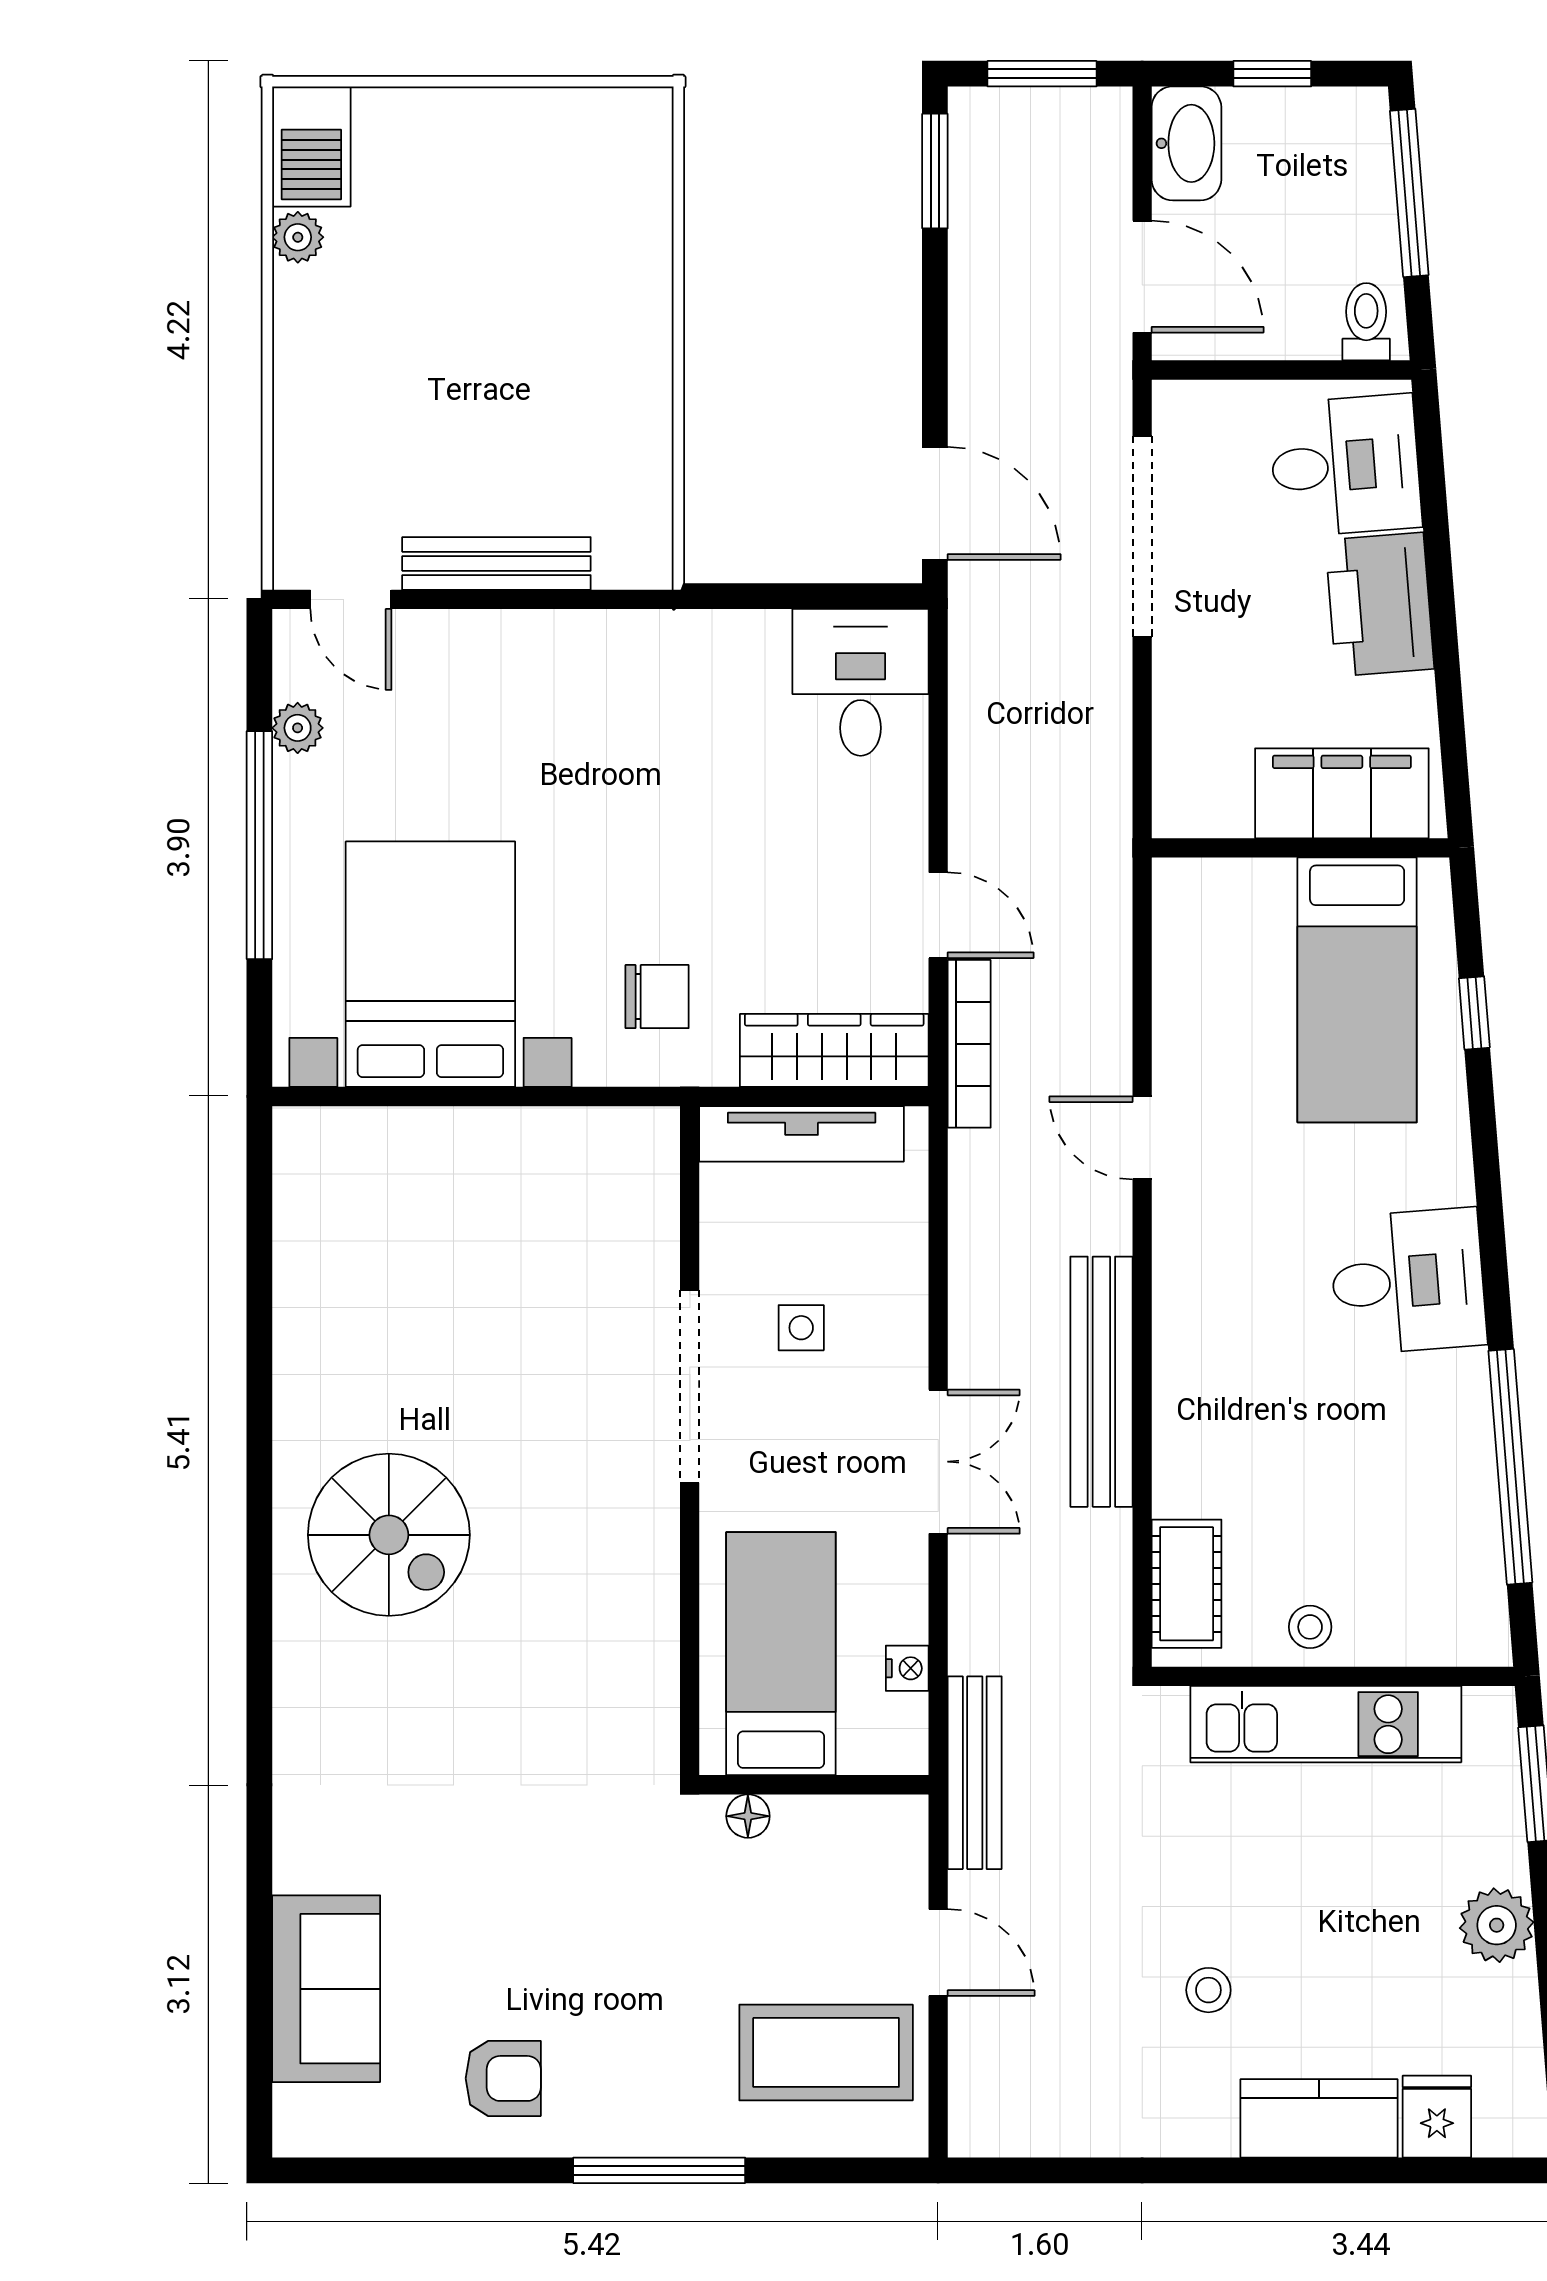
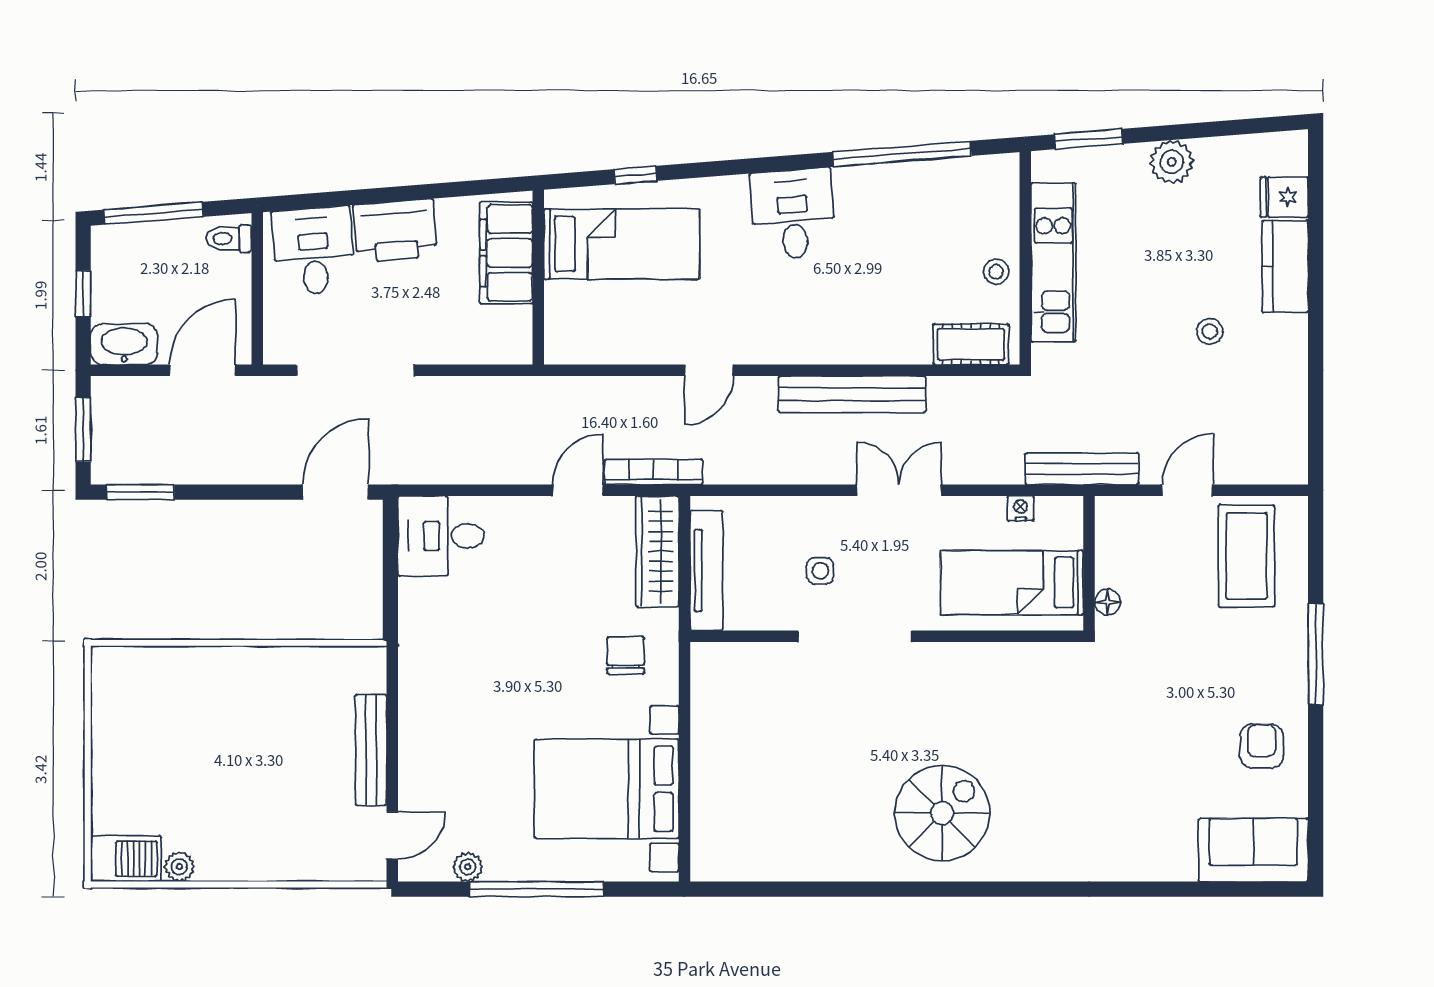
sofa: (326, 1989) -> (1253, 850), moved

